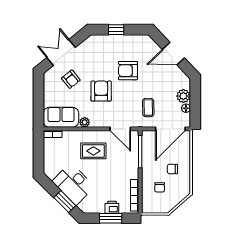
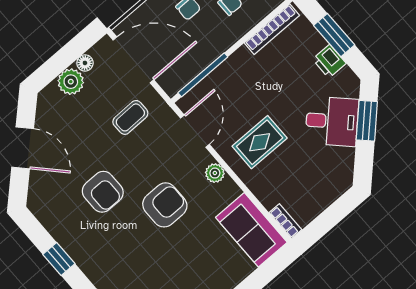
armchair: (71, 79) -> (185, 263), removed
armchair: (101, 91) -> (165, 205), turned 180
plant: (85, 122) -> (215, 173), moved
rug: (93, 151) -> (260, 142), turned 90
desk: (73, 184) -> (332, 121), width x0.73
printer: (112, 207) -> (329, 61), moved

